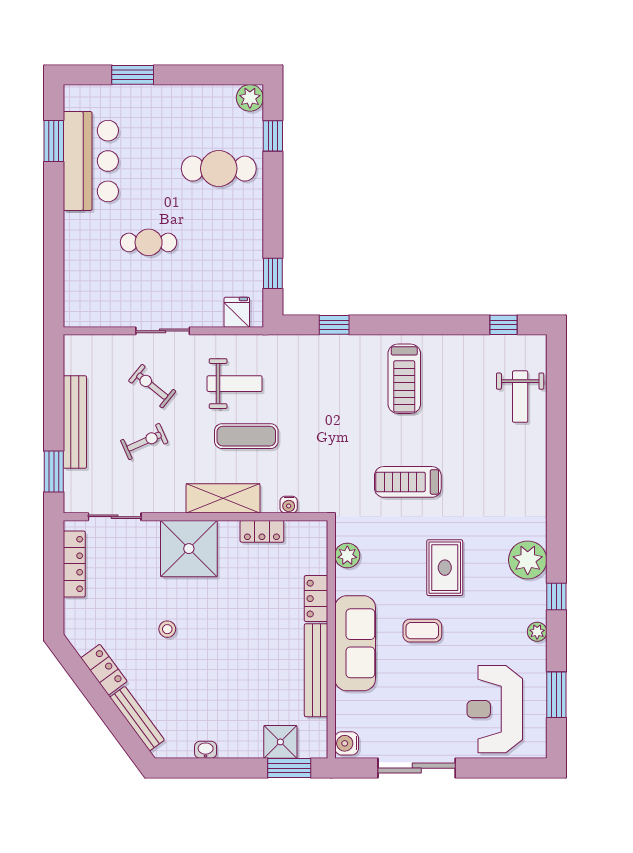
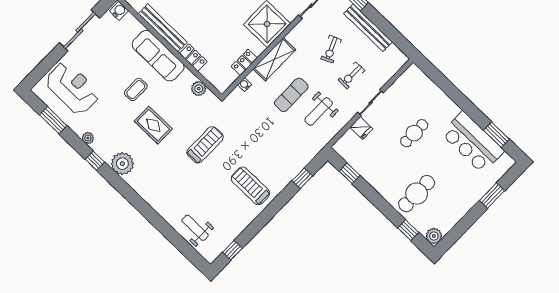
fridge: (237, 312) -> (361, 128), moved
exercise bike: (152, 386) -> (351, 75), turned 141

